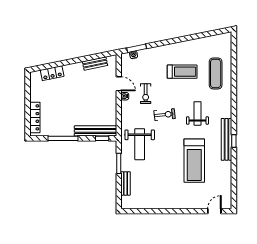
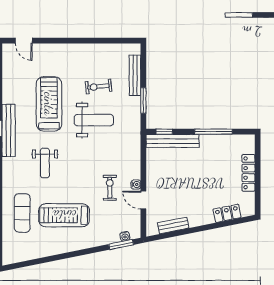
treadmill: (182, 72) -> (64, 215), width x1.37, depth x1.38
exercise bike: (165, 115) -> (98, 87), moved
locker: (35, 117) -> (248, 173), moved
weight bench: (140, 144) -> (94, 120), moved, turned 90
bench: (126, 183) -> (135, 75), width x1.36
door: (214, 211) -> (24, 41), hinge flipped

